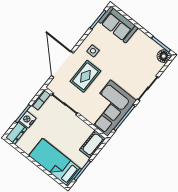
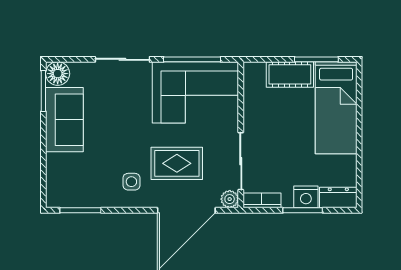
sofa: (118, 25) -> (64, 120), moved
plant: (52, 86) -> (230, 199), added
cot: (93, 144) -> (290, 74), moved

